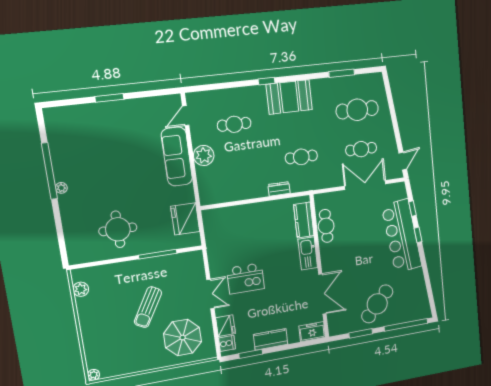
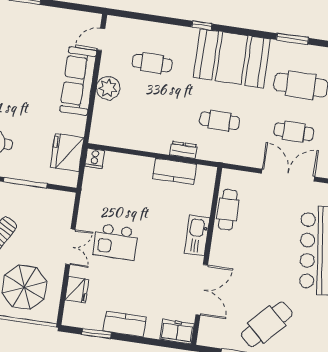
booth: (289, 97) -> (232, 58), width x1.36, depth x1.42
kitchen counter: (304, 220) -> (175, 171), moved, turned -90
cooker: (227, 343) -> (95, 158), moved, turned 90

